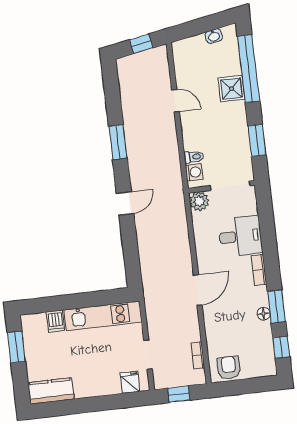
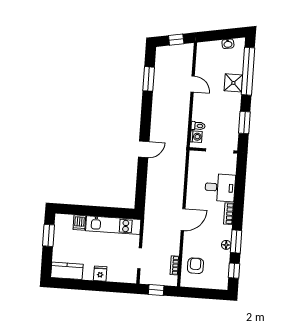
window: (118, 142) -> (149, 79), moved
plant: (199, 201) -> (196, 158), removed
armchair: (229, 368) -> (195, 266), moved
fridge: (130, 382) -> (100, 274), moved

